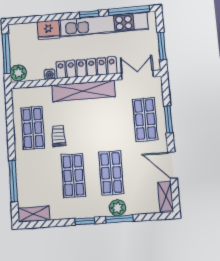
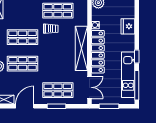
kitchen unit: (104, 25) -> (128, 75), width x0.73

